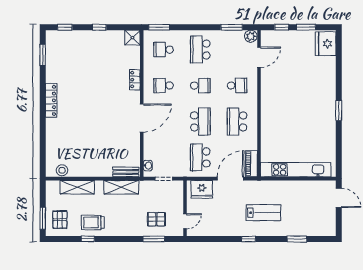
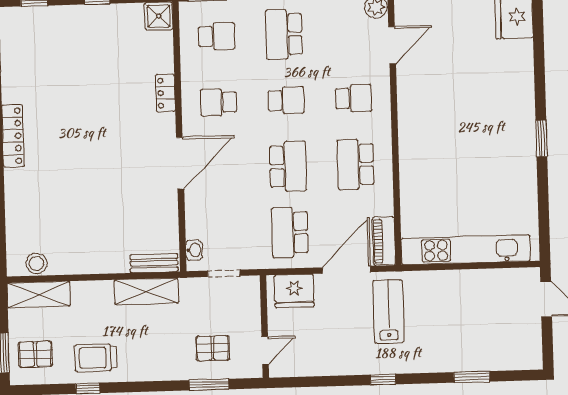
school desk: (164, 50) -> (217, 36), turned 180
shelving: (77, 187) -> (39, 295), moved
lab bench: (263, 213) -> (388, 312), moved, turned -90
pallet: (60, 220) -> (35, 354), turned 90

